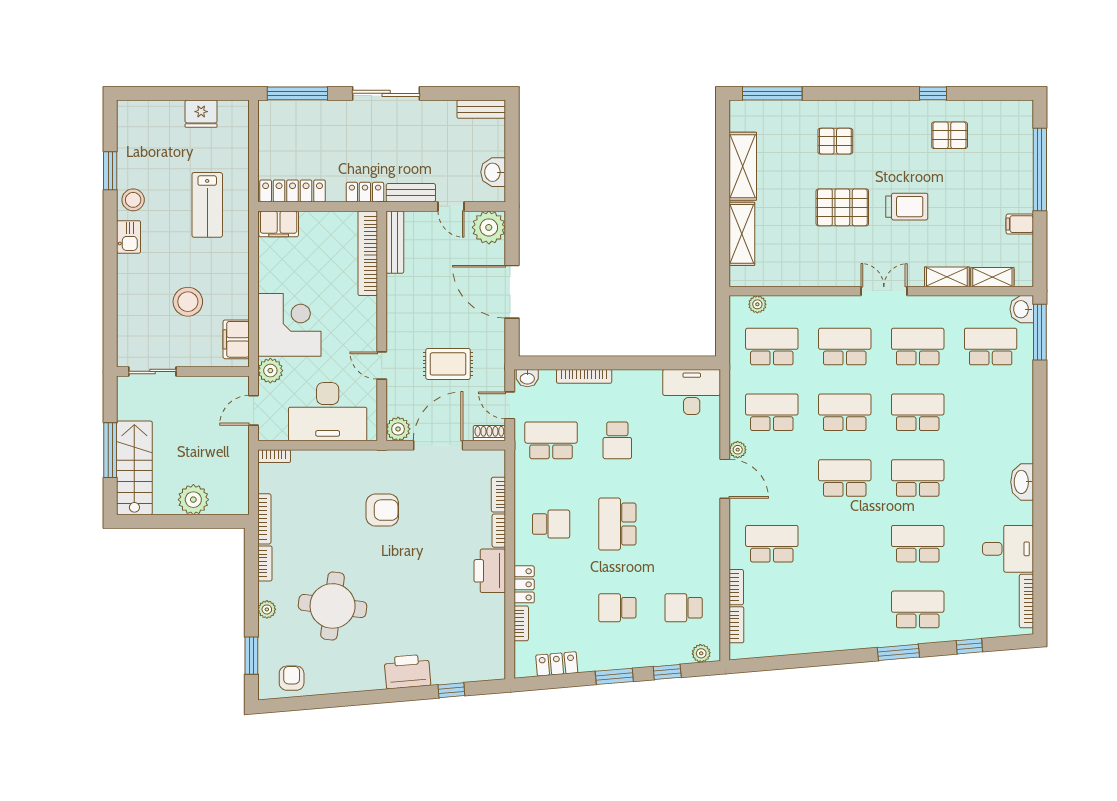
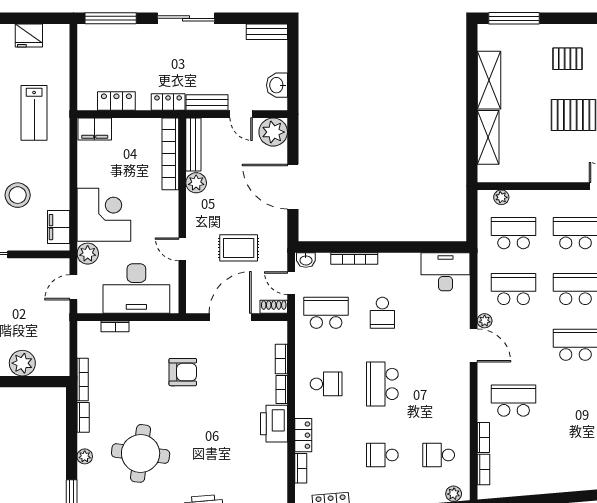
locker: (293, 191) -> (116, 101), width x0.66
plant: (398, 429) -> (196, 183), moved
bookcase: (274, 456) -> (115, 326), moved

